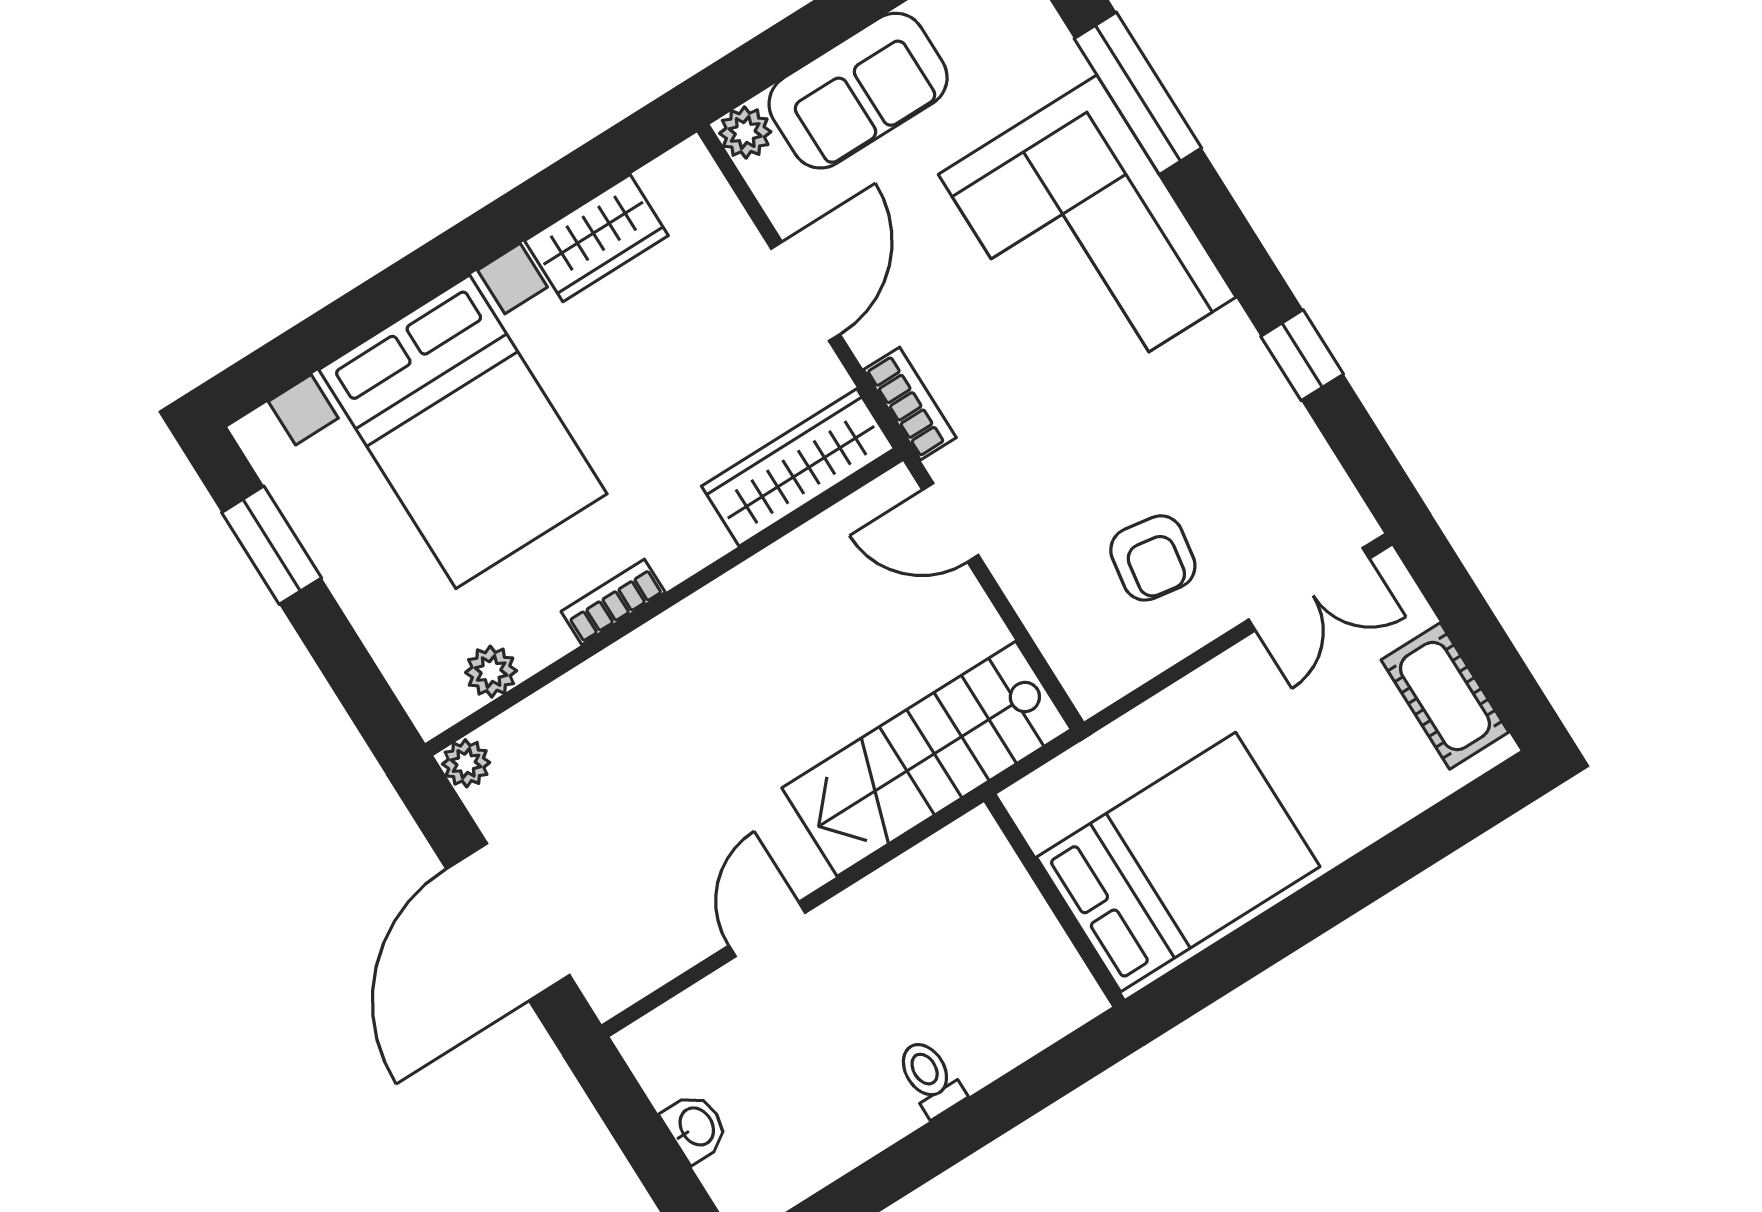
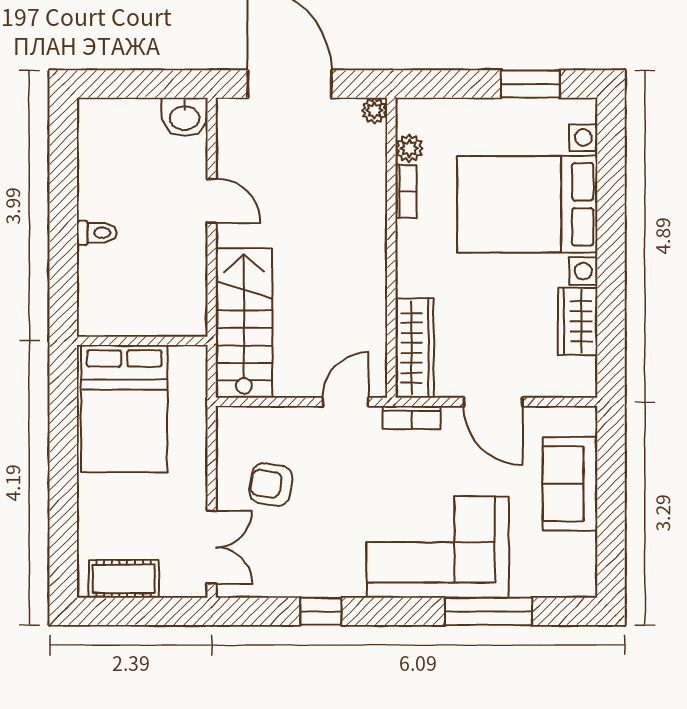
plant: (745, 133) -> (583, 420), removed
double door: (1309, 589) -> (212, 547), swing flipped
bookcase: (613, 602) -> (406, 192), moved
washbasin: (696, 1127) -> (185, 117), moved, width x1.38, depth x1.45

